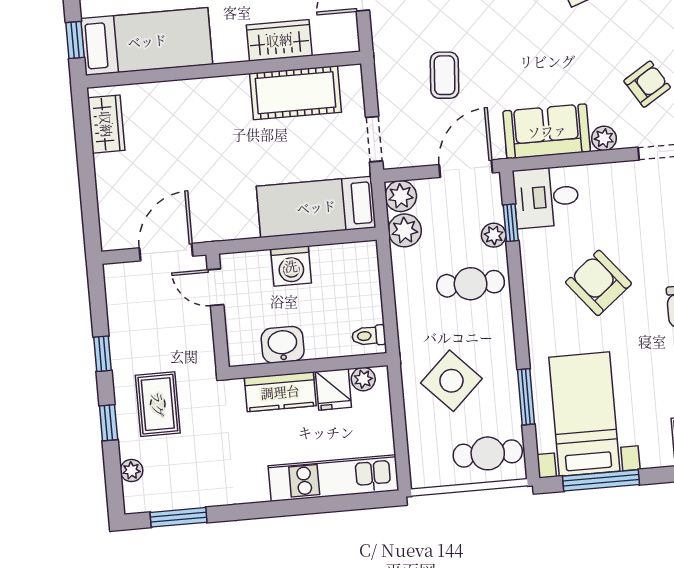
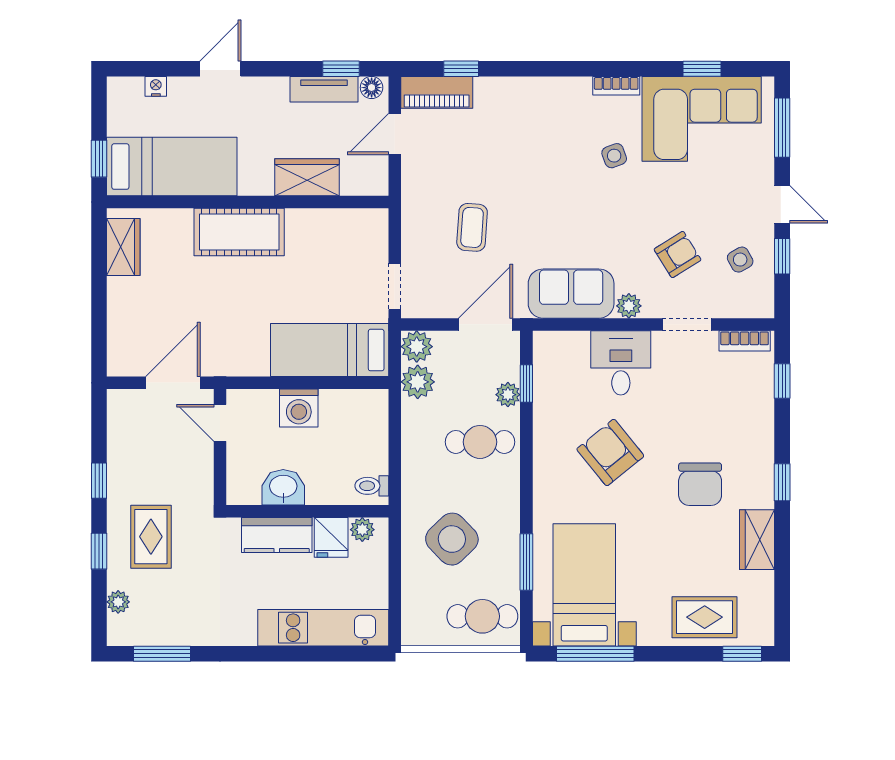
cot: (296, 93) -> (239, 232), moved
desk: (546, 197) -> (621, 363), moved, turned 90

